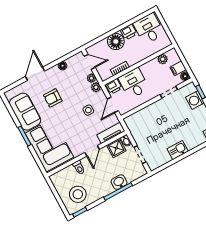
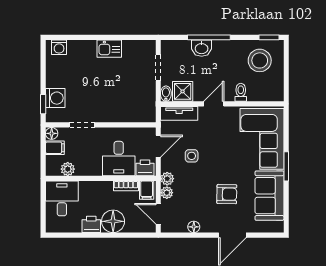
desk: (149, 29) -> (62, 198), moved, turned 180
filing cabinet: (105, 73) -> (147, 190), added

